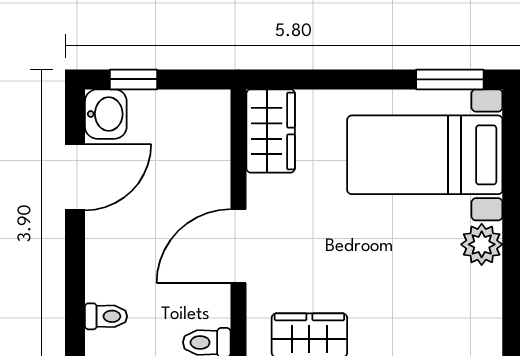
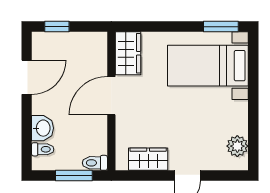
washbasin: (106, 114) -> (43, 128), moved
plant: (482, 244) -> (237, 146), moved
door: (239, 246) -> (111, 96), moved

